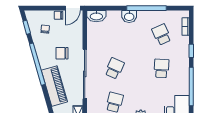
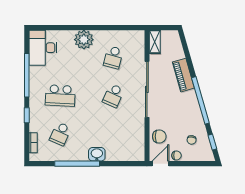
washbasin: (96, 16) -> (134, 155), removed
school desk: (161, 35) -> (60, 134), turned 48
chair: (62, 53) -> (159, 136), moved
school desk: (161, 68) -> (60, 96), width x1.85
piano: (54, 86) -> (183, 75), width x0.73, depth x0.75

